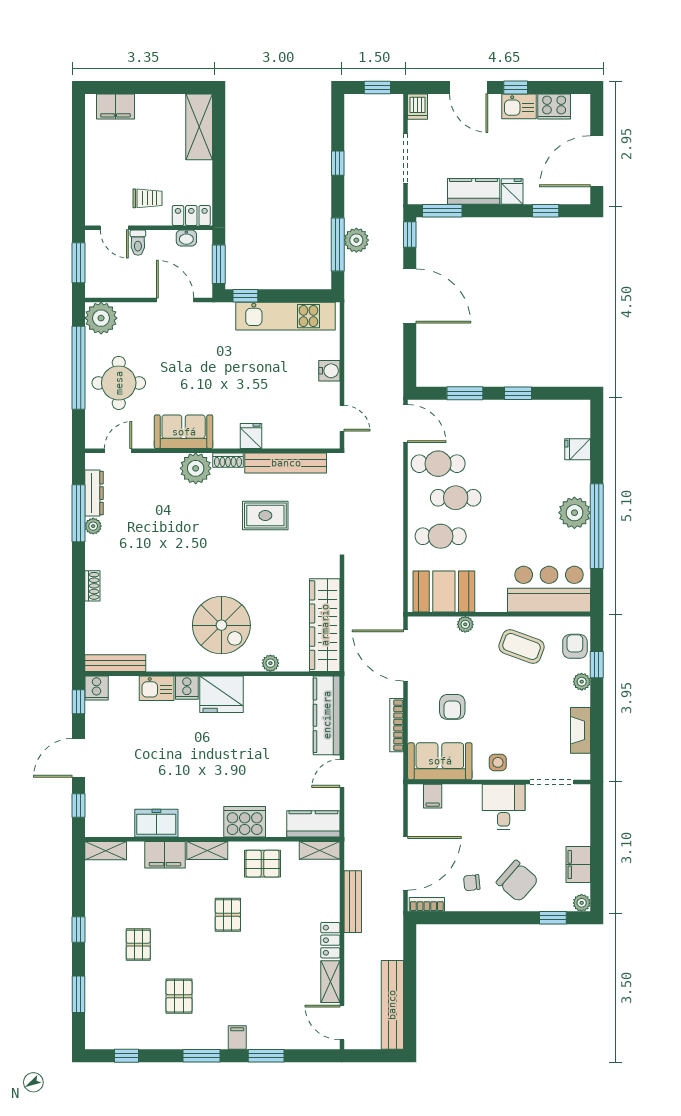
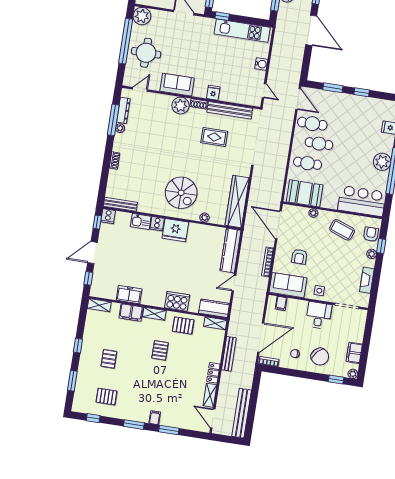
pallet: (179, 996) -> (106, 397), moved, turned 90

